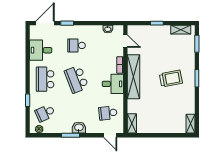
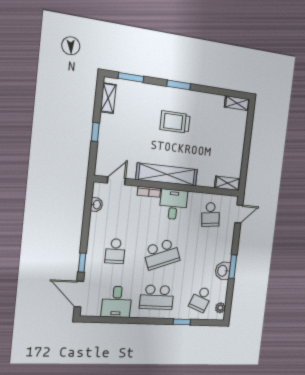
trolley: (171, 79) -> (175, 122), turned -79
school desk: (45, 113) -> (201, 299), turned 45
washbasin: (79, 128) -> (223, 271), moved

